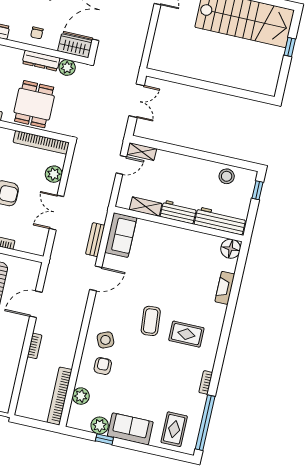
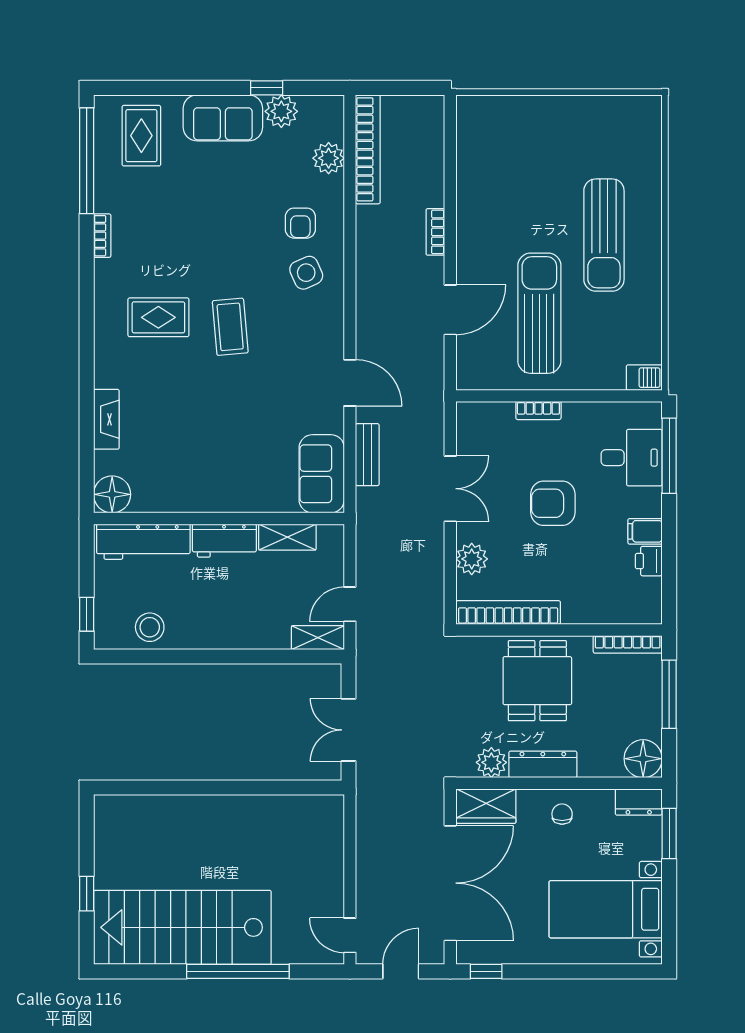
door: (96, 278) -> (350, 383), swing flipped

